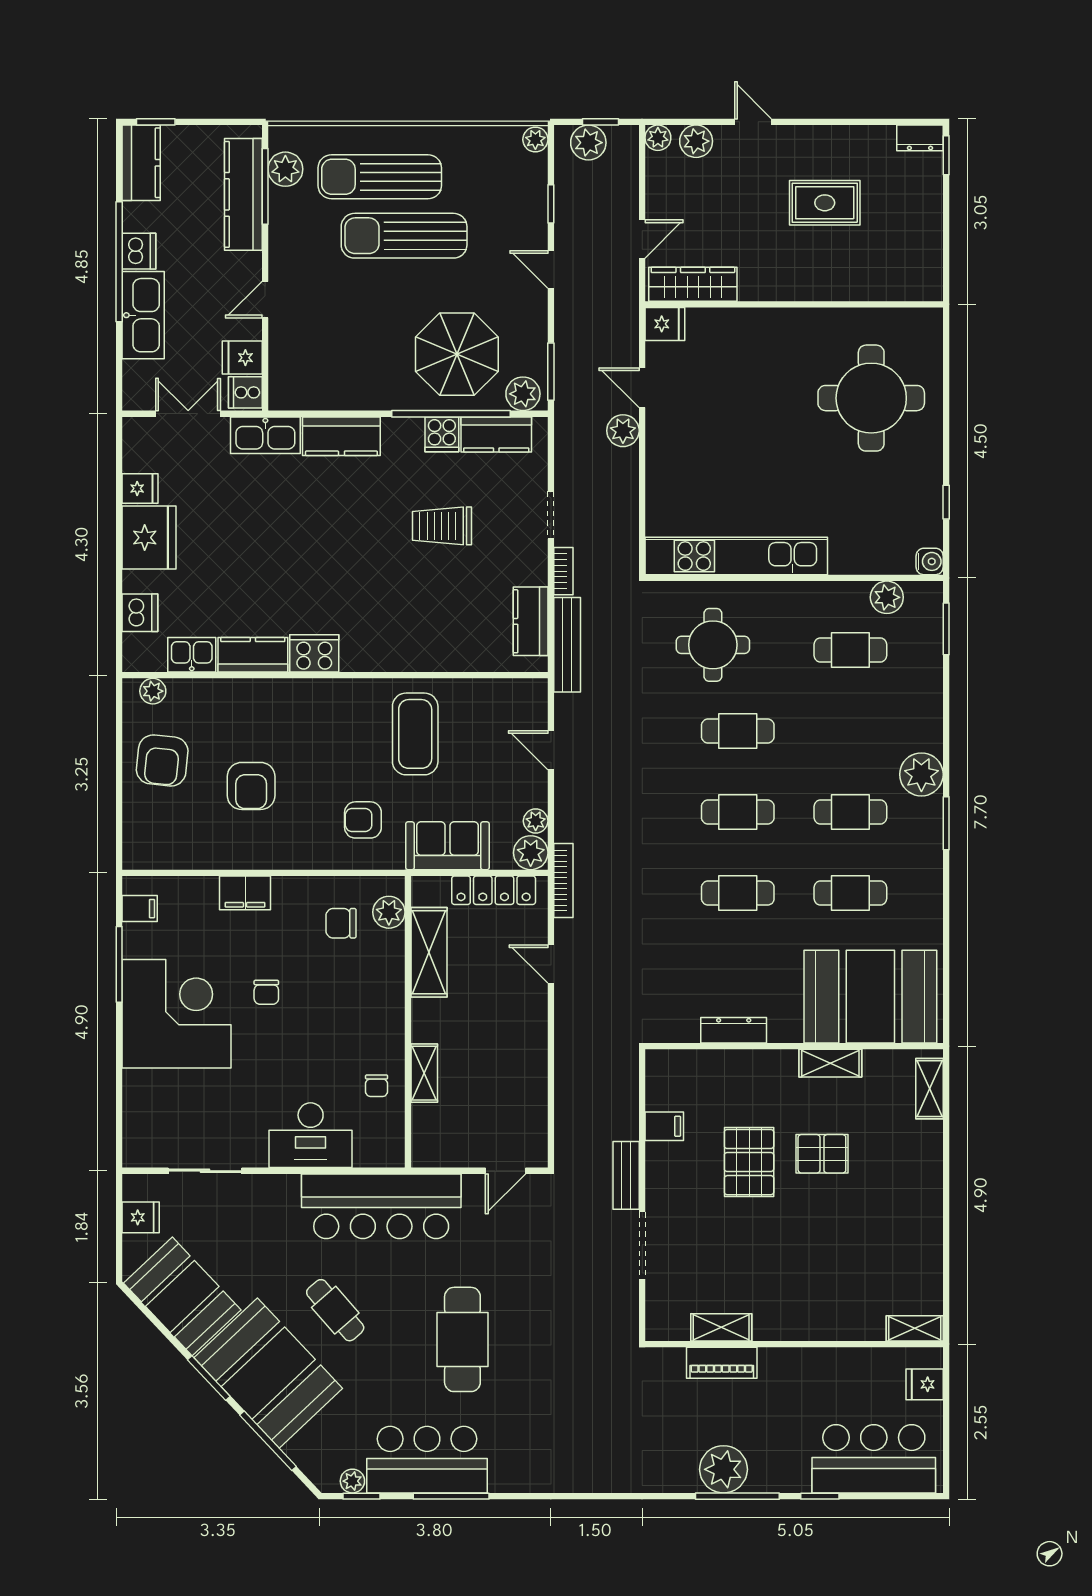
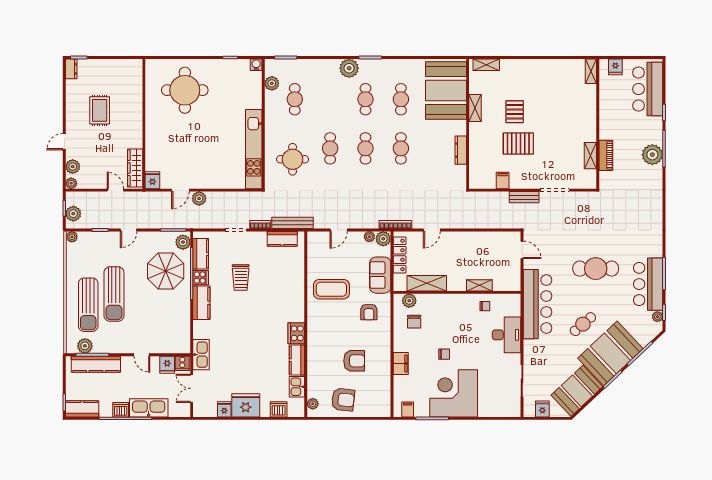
kitchen counter: (341, 436) -> (201, 303), moved

